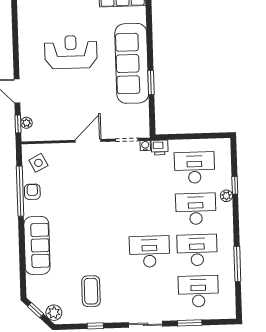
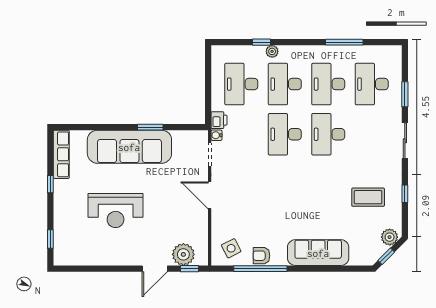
reception desk: (71, 52) -> (116, 211), turned -90
plant: (26, 123) -> (183, 254), width x1.88, depth x1.88
desk: (148, 210) -> (285, 134), added

